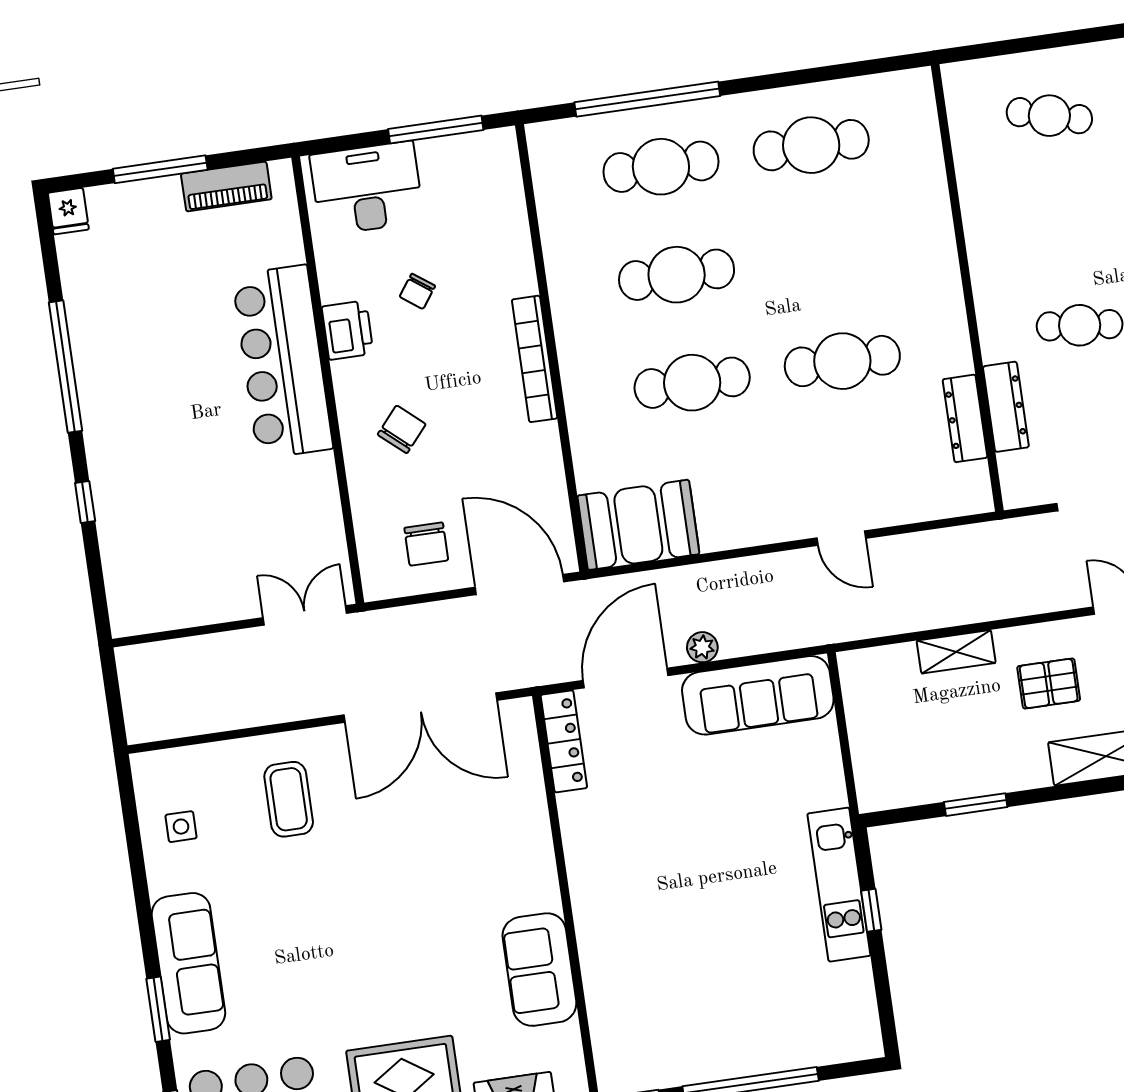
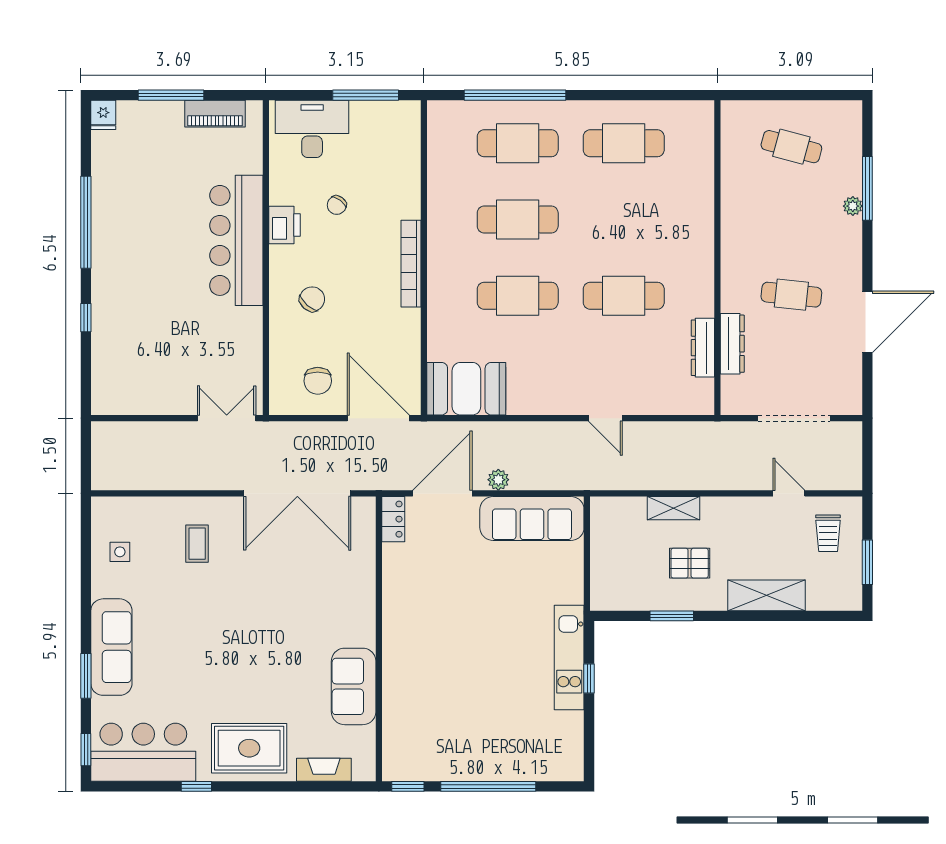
pallet: (1049, 683) -> (690, 563), moved
locker: (564, 741) -> (393, 519), width x0.66
coffee table: (289, 799) -> (197, 544), width x0.73, depth x0.77

